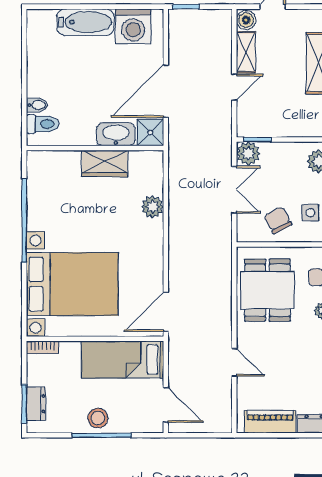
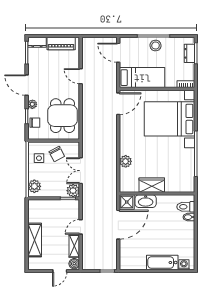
washing machine: (133, 26) -> (184, 265), moved, width x0.53, depth x0.53

